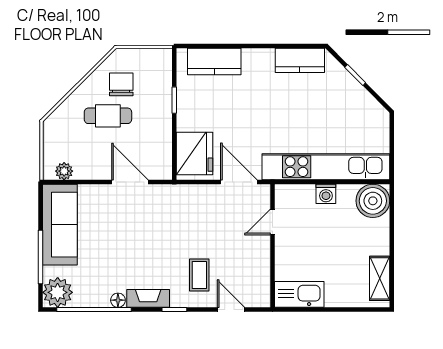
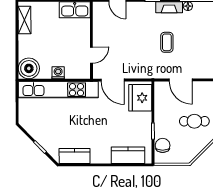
chair: (121, 84) -> (163, 145), moved, turned 180
coffee table: (199, 275) -> (167, 42), moved

